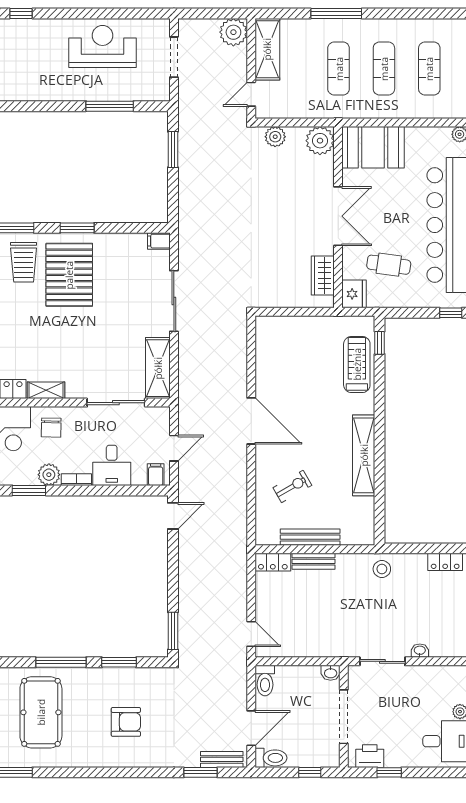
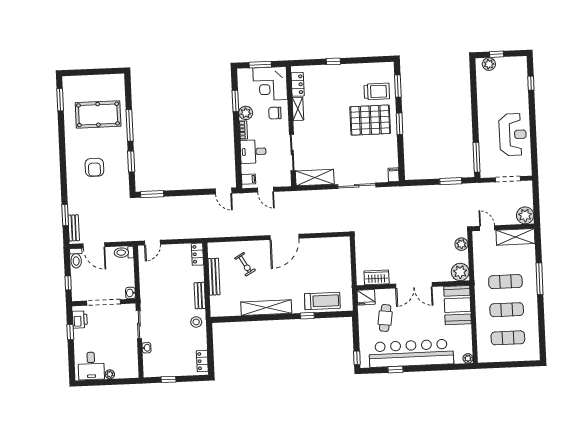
window: (110, 106) -> (477, 157), moved
trolley: (24, 262) -> (377, 91), turned 180
window: (380, 343) -> (307, 316), moved
bench: (313, 561) -> (200, 296), moved

